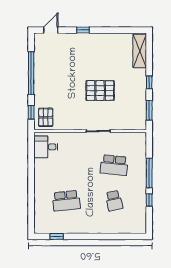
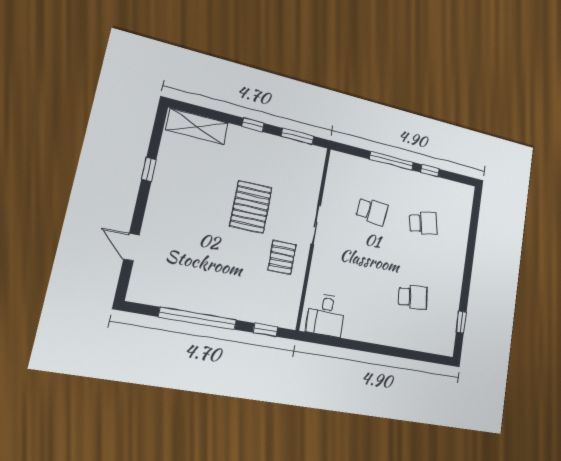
door: (51, 30) -> (131, 247), moved
window: (83, 30) -> (149, 169), moved
pallet: (46, 117) -> (282, 257), moved, turned 90
school desk: (114, 165) -> (372, 211), width x0.54
school desk: (66, 201) -> (413, 297), width x0.54

